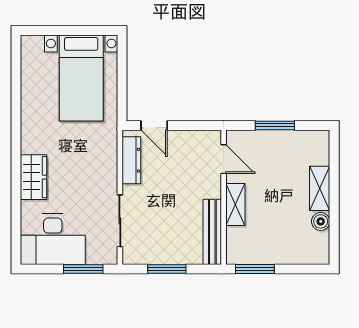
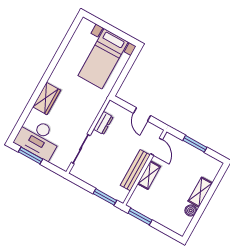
door: (154, 125) -> (142, 114), moved
dresser: (131, 160) -> (103, 123), width x0.70
bench: (212, 232) -> (135, 170), moved
window: (83, 269) -> (30, 156), moved
window: (167, 269) -> (105, 197), moved

